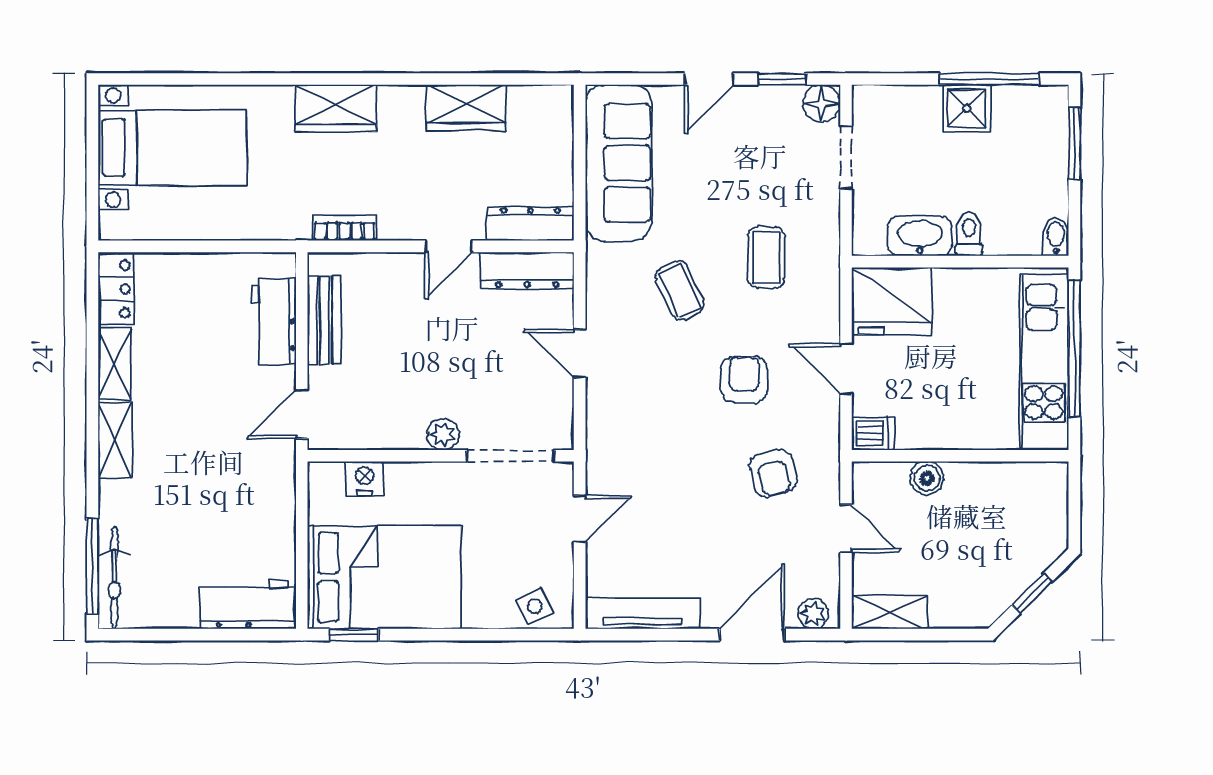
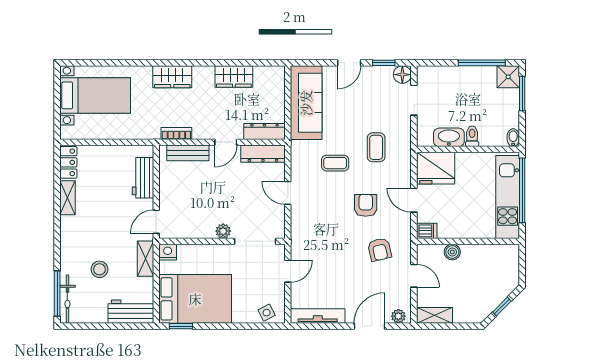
shower: (967, 108) -> (508, 77), moved
coffee table: (680, 290) -> (335, 163), turned -65
bench: (324, 320) -> (188, 153), moved, turned 90
shelving: (115, 440) -> (145, 259), moved
nightstand: (365, 478) -> (168, 252), moved
stool: (182, 515) -> (99, 269), added

